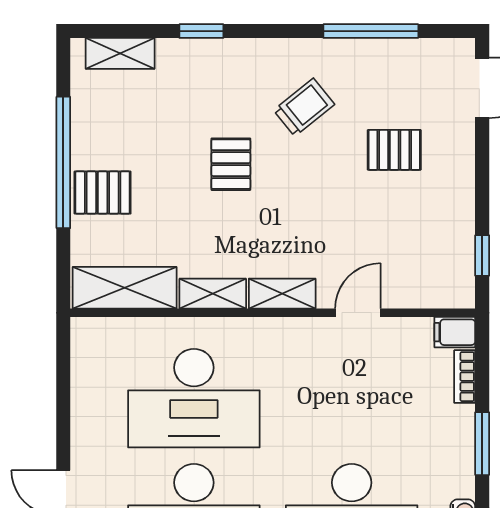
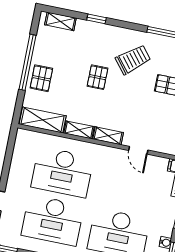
trolley: (304, 107) -> (133, 60), width x1.36, depth x1.39
pallet: (103, 193) -> (41, 78), turned 90
door: (358, 313) -> (138, 150), swing flipped

